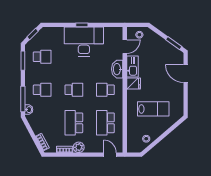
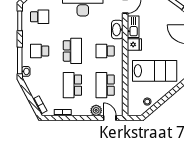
school desk: (42, 90) -> (40, 51), turned 180
school desk: (74, 90) -> (72, 51), width x1.85
lab bench: (153, 109) -> (155, 71), width x1.36, depth x1.39
plant: (79, 147) -> (96, 110), moved

